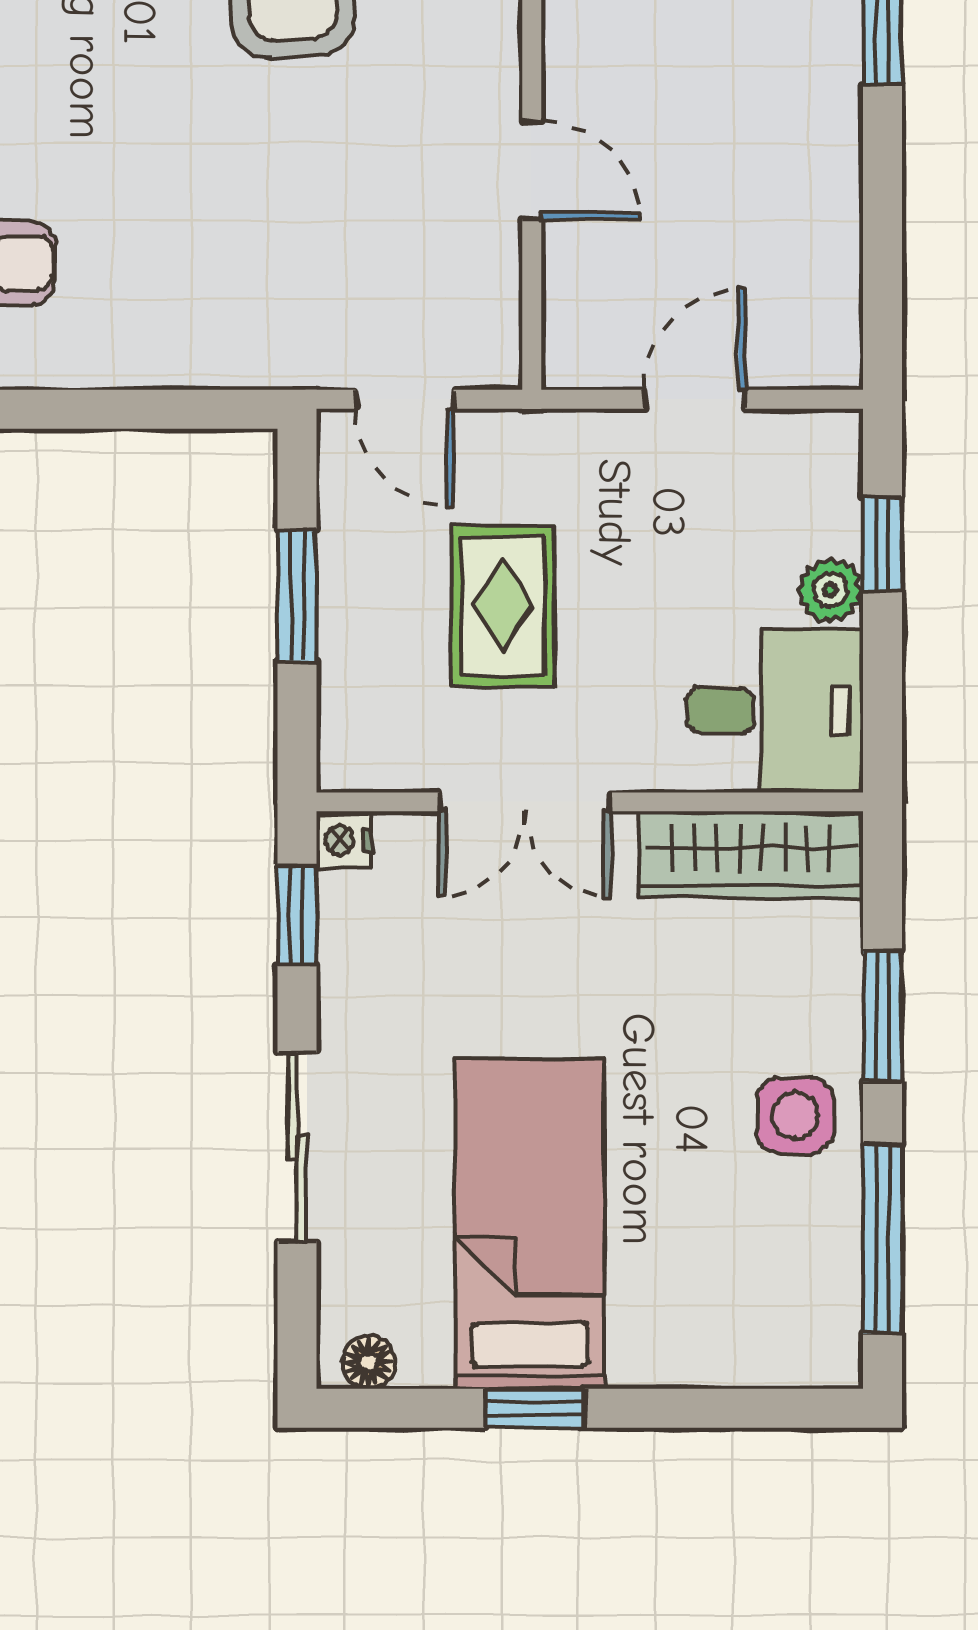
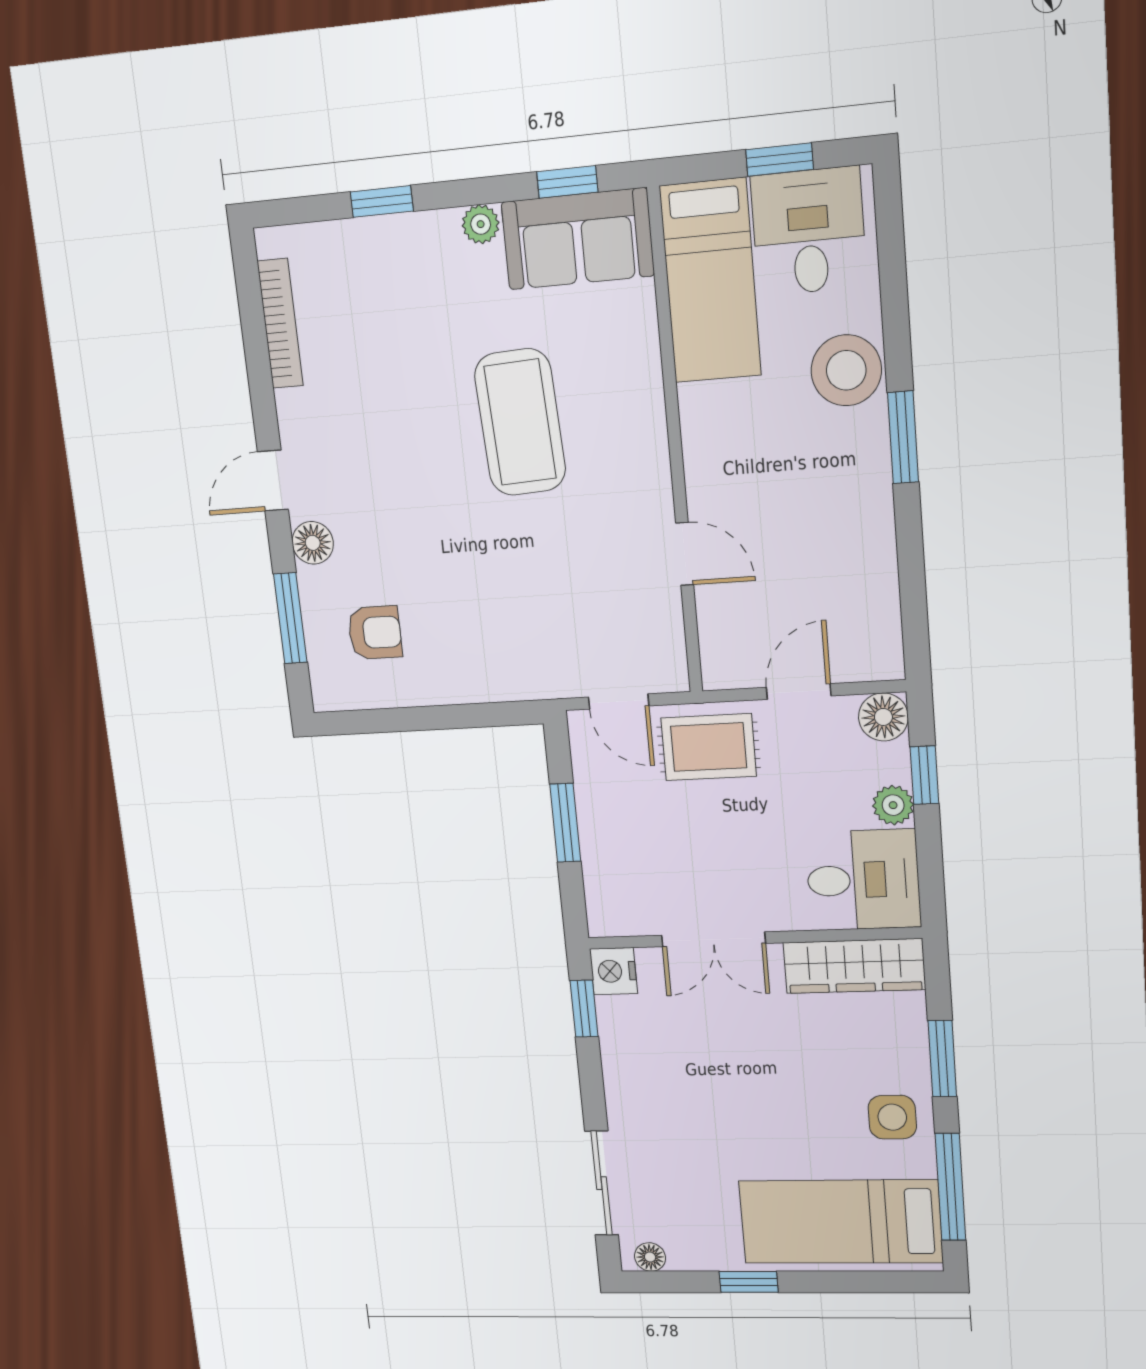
floor lamp: (825, 447) -> (883, 717), added
rug: (503, 606) -> (709, 747), moved, turned 90
nightstand: (344, 840) -> (613, 971), width x1.39, depth x1.35
sliding door: (297, 1147) -> (602, 1183), moved
bed: (530, 1223) -> (841, 1222), moved, turned -90

